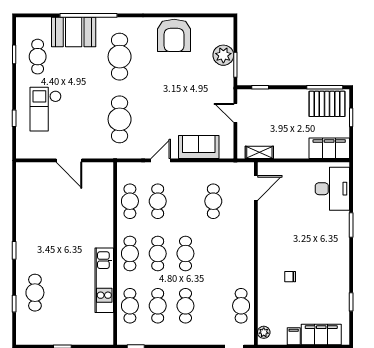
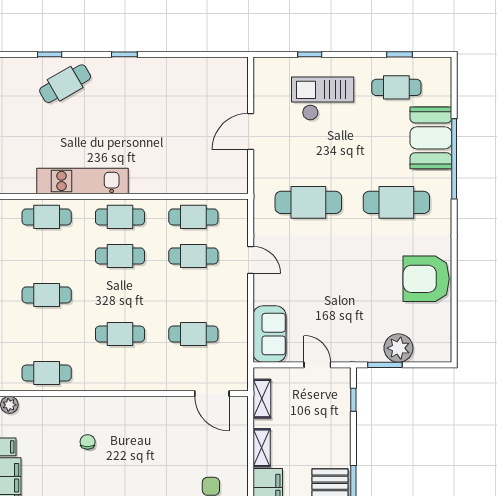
door: (235, 113) -> (317, 365), hinge flipped
sofa: (199, 147) -> (269, 334), moved
shelving: (294, 153) -> (262, 448), added
cafe table: (185, 254) -> (120, 334), moved
cafe table: (35, 293) -> (65, 84), turned -30
cafe table: (158, 306) -> (47, 256), removed

